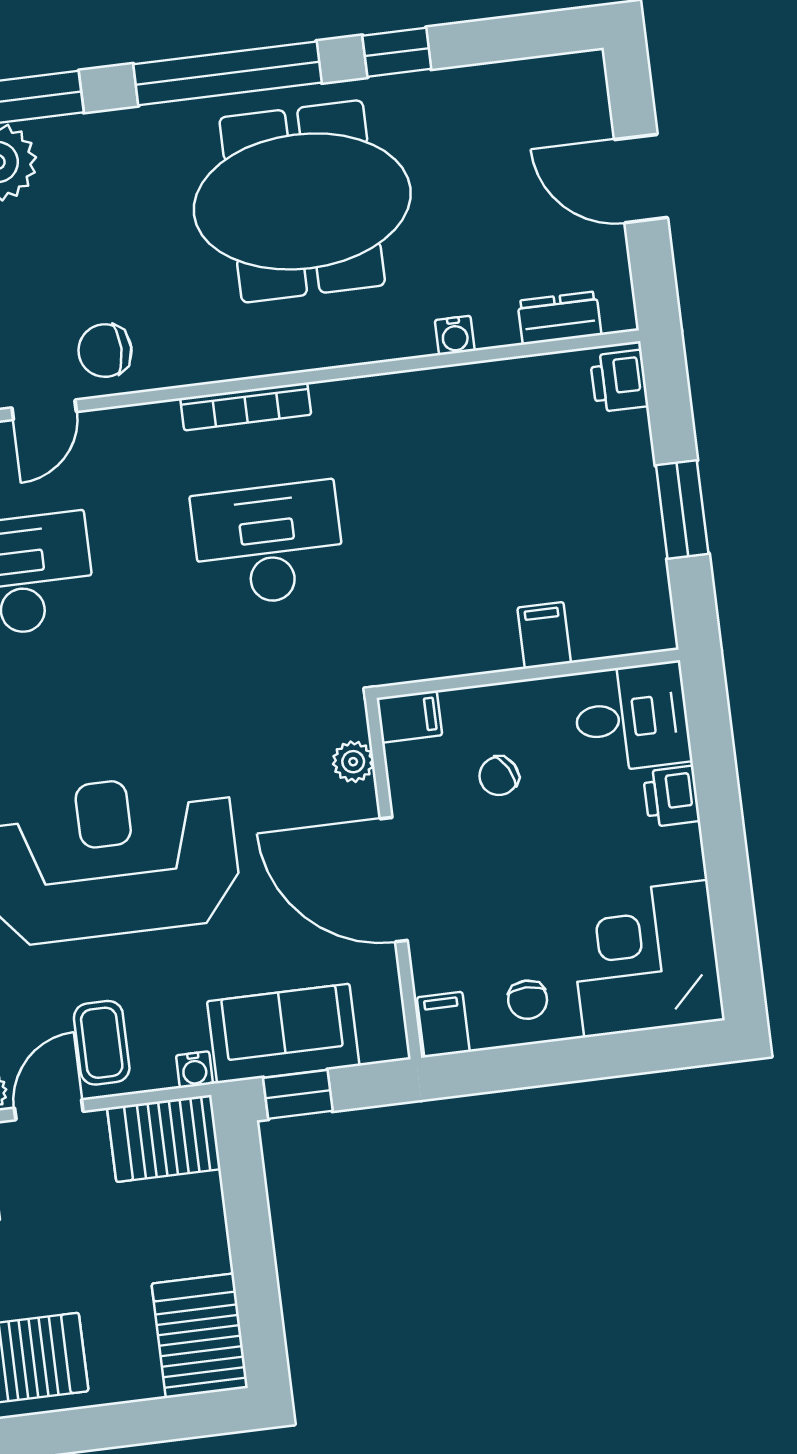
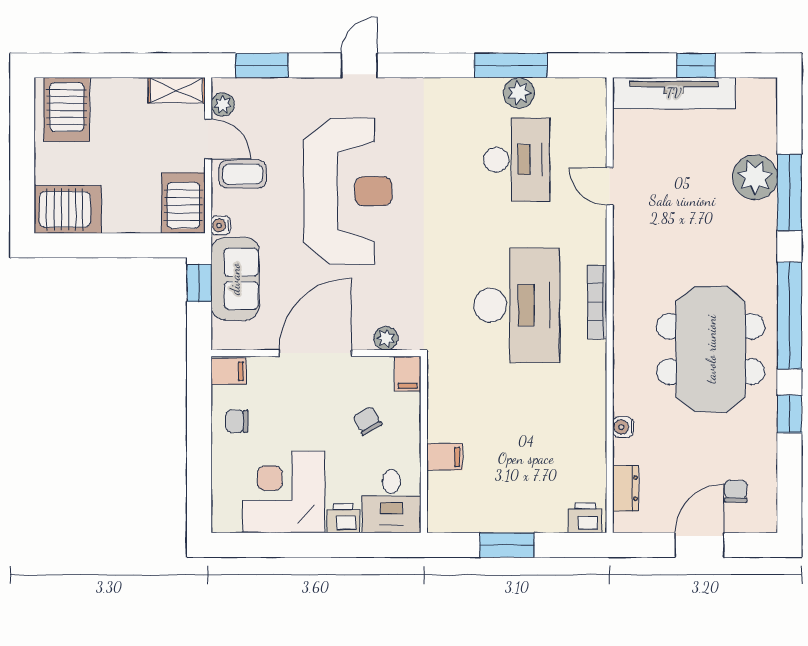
chair: (105, 351) -> (736, 491), moved, width x0.73, depth x0.73
desk: (268, 544) -> (517, 305), width x1.36, depth x1.30
corner desk: (646, 959) -> (284, 492), moved, turned -90

